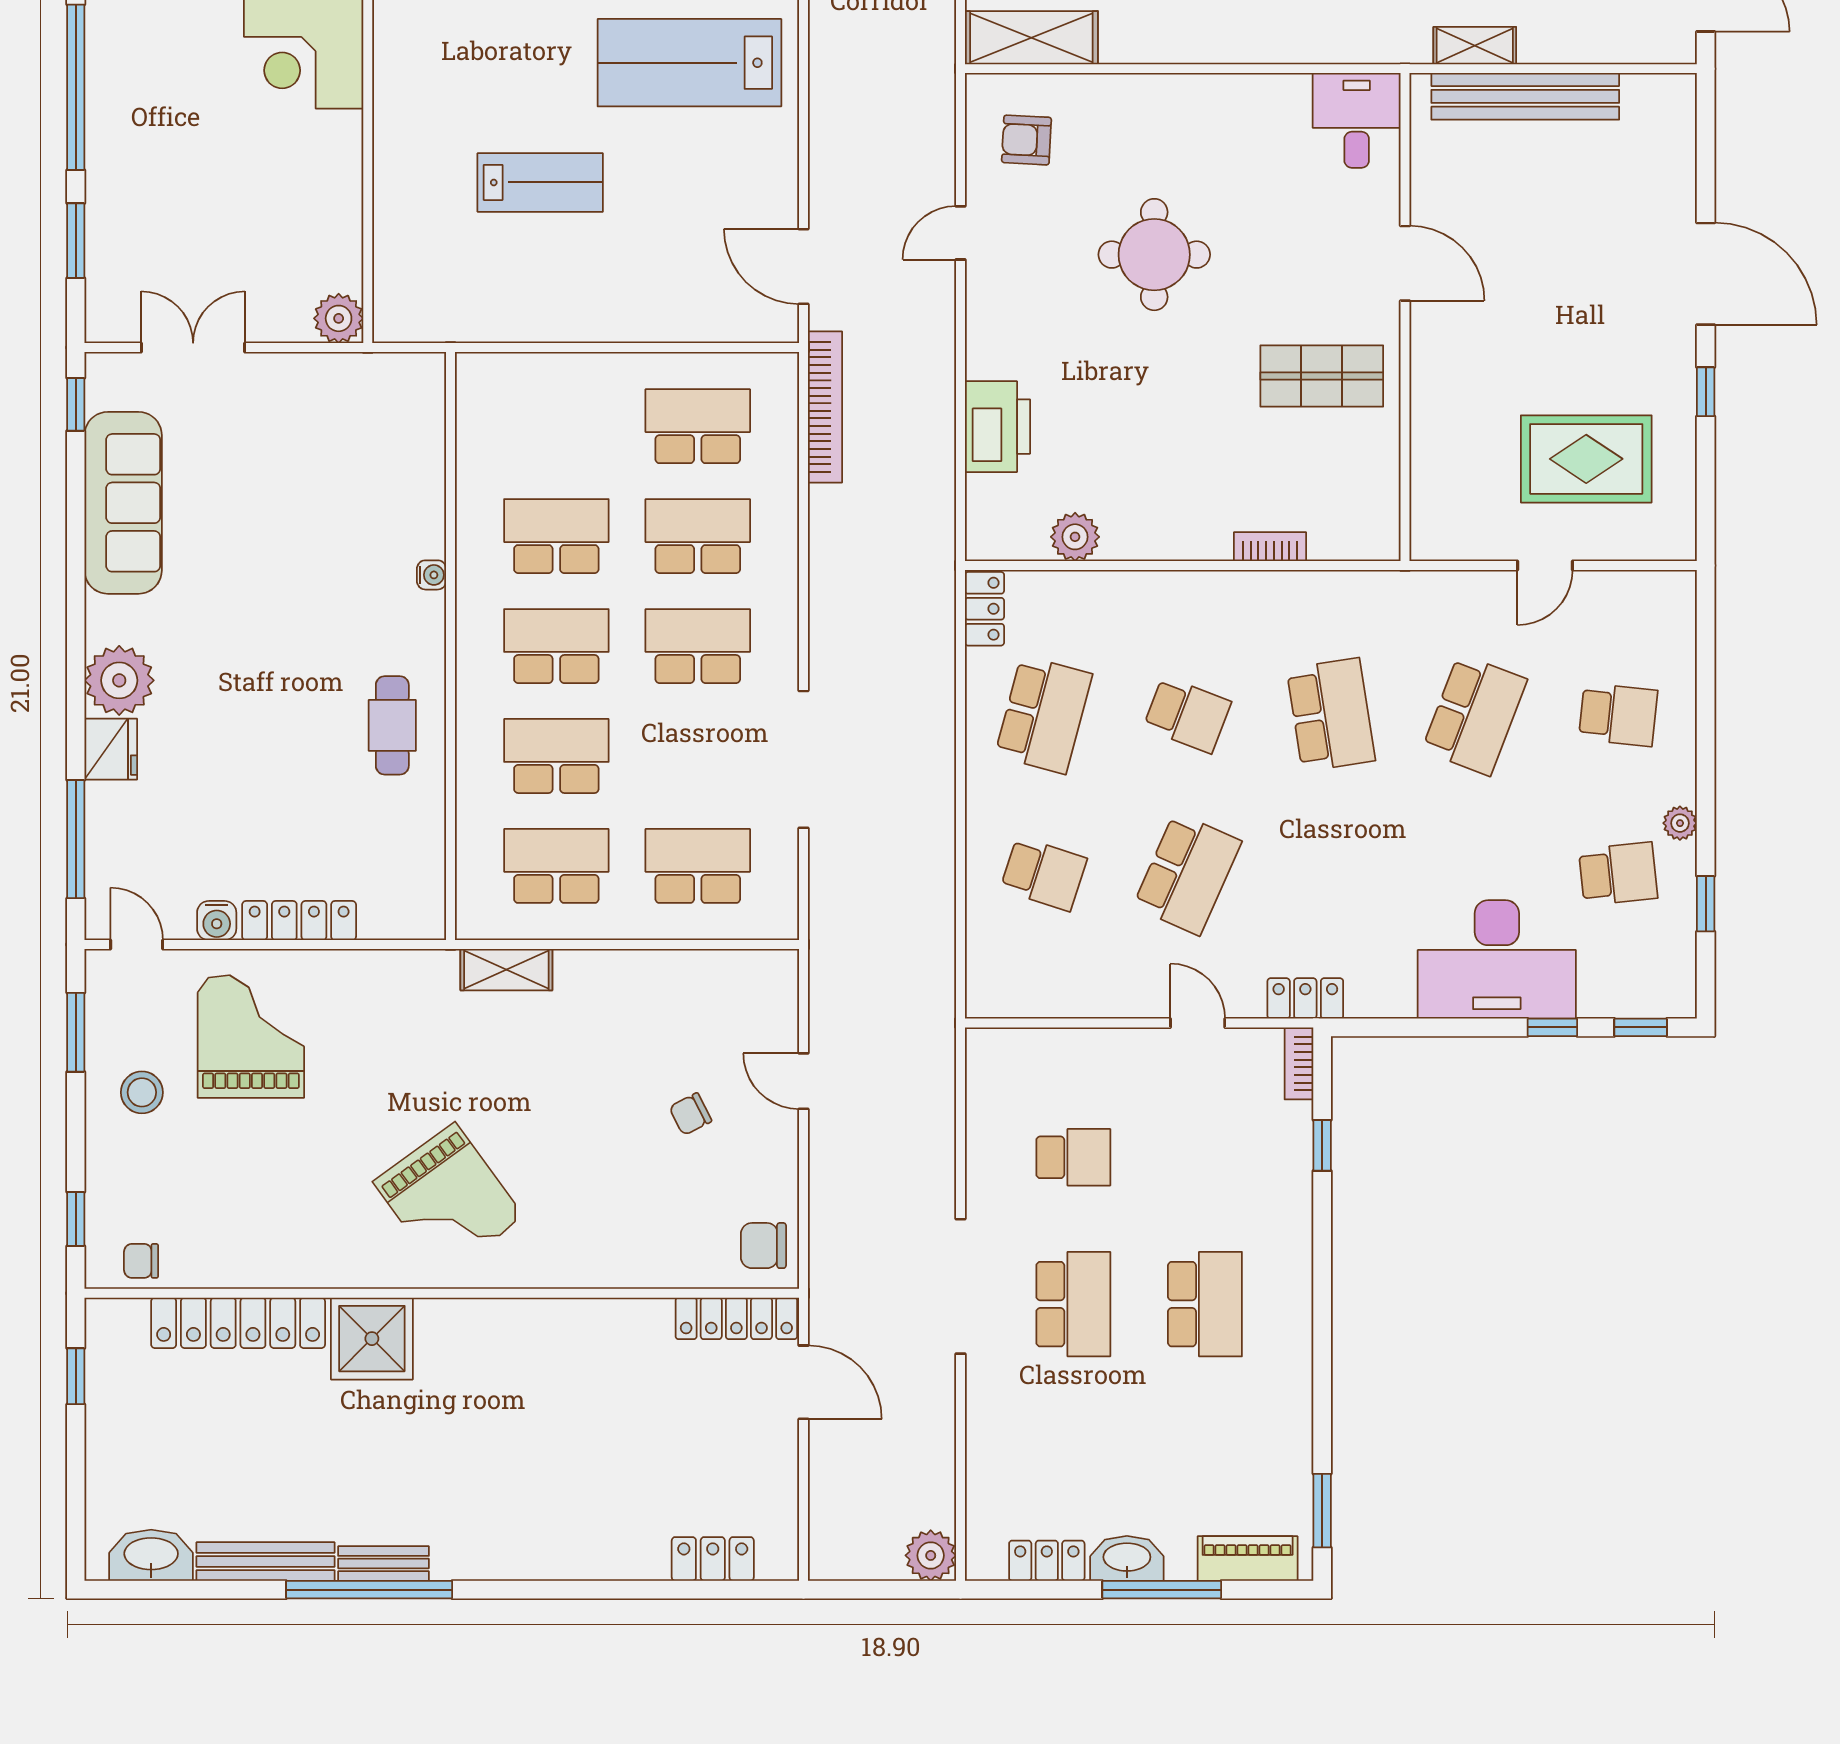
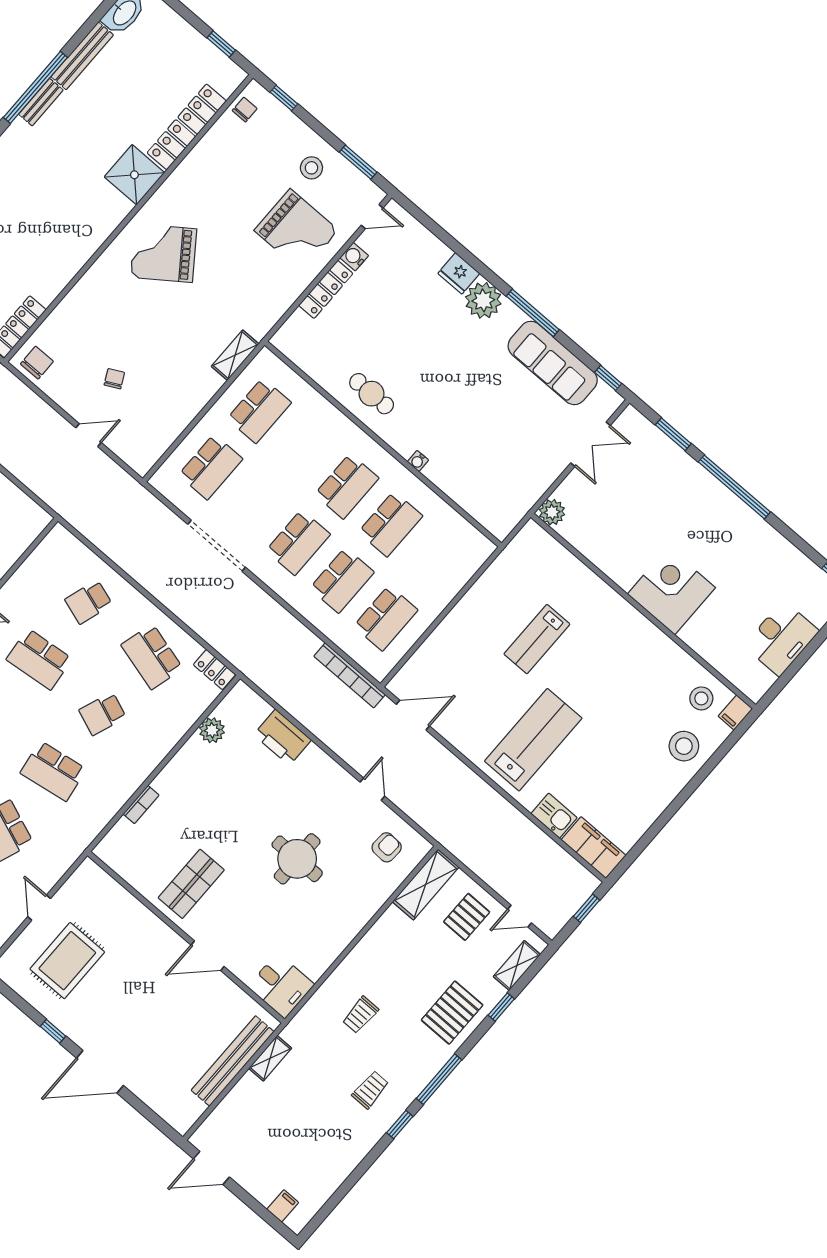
school desk: (556, 756) -> (303, 448), removed
window: (76, 839) -> (533, 313), moved
school desk: (1187, 874) -> (39, 659), turned -30

